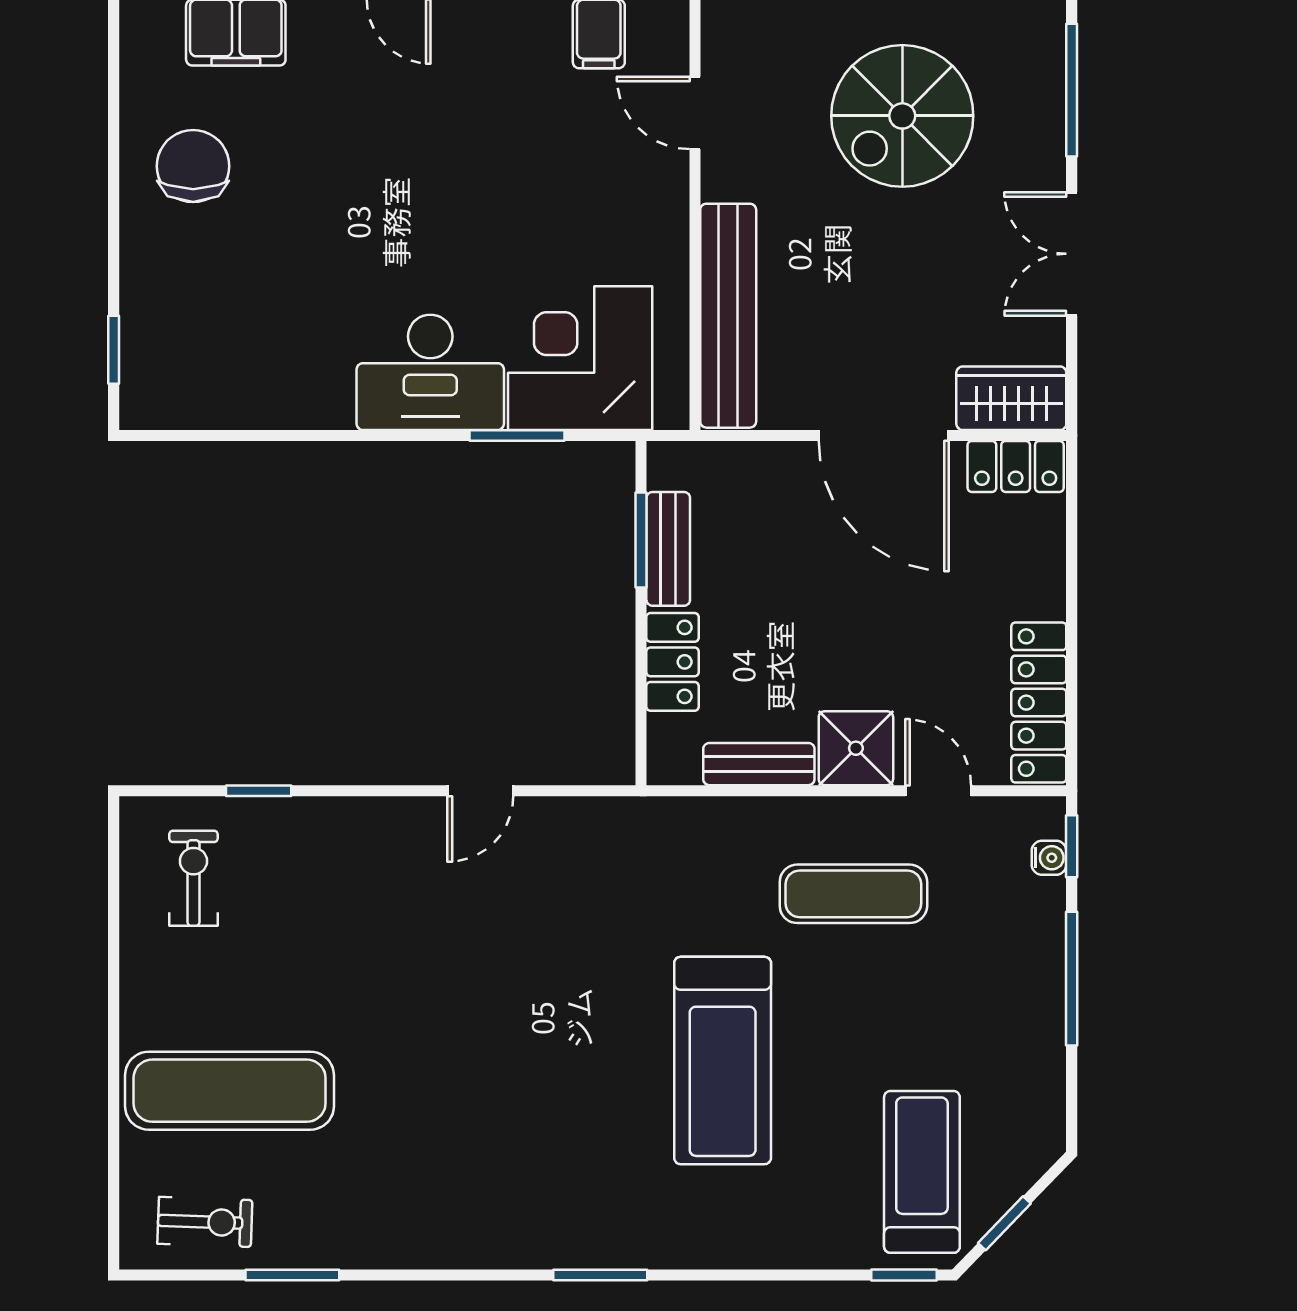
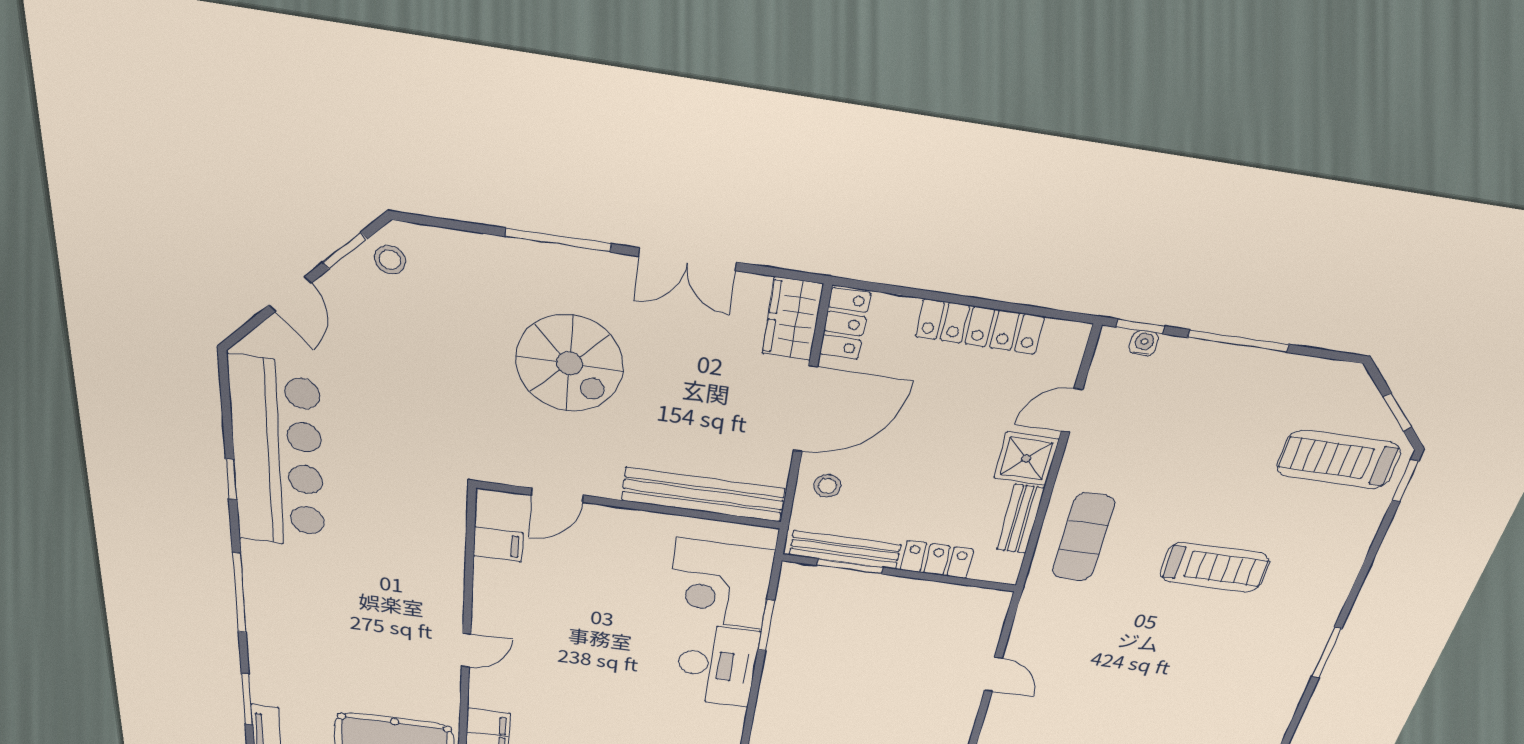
stool: (770, 485) -> (827, 486), added
bench: (668, 549) -> (845, 550), width x1.36
locker: (1039, 703) -> (980, 327), moved
exercise mat: (853, 894) -> (1083, 537), moved
treadmill: (723, 1061) -> (1215, 567), width x0.73, depth x0.73

